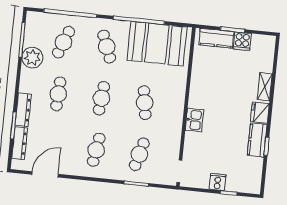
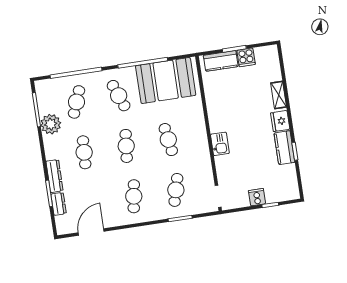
dresser: (20, 143) -> (59, 204), width x0.70

